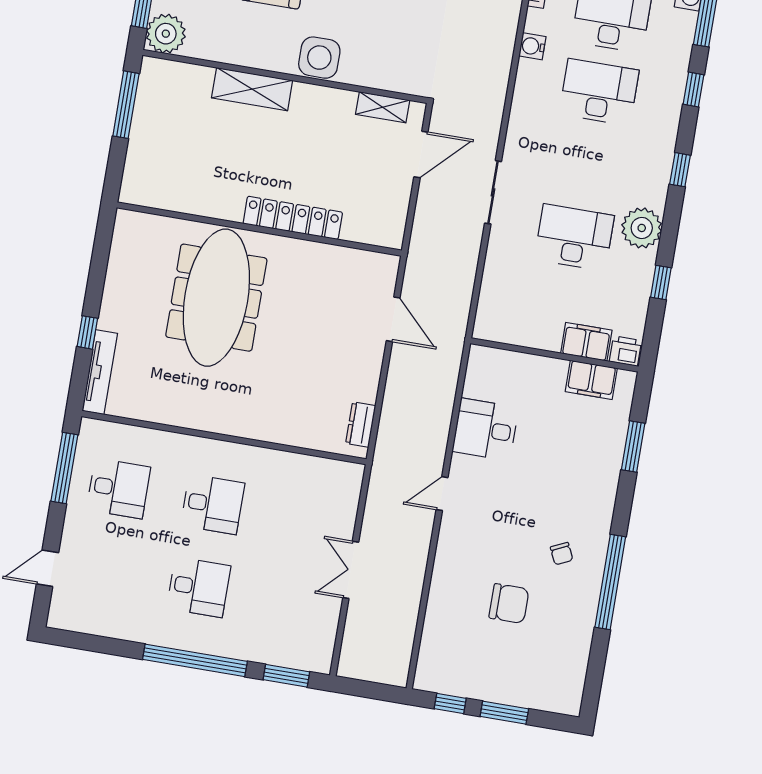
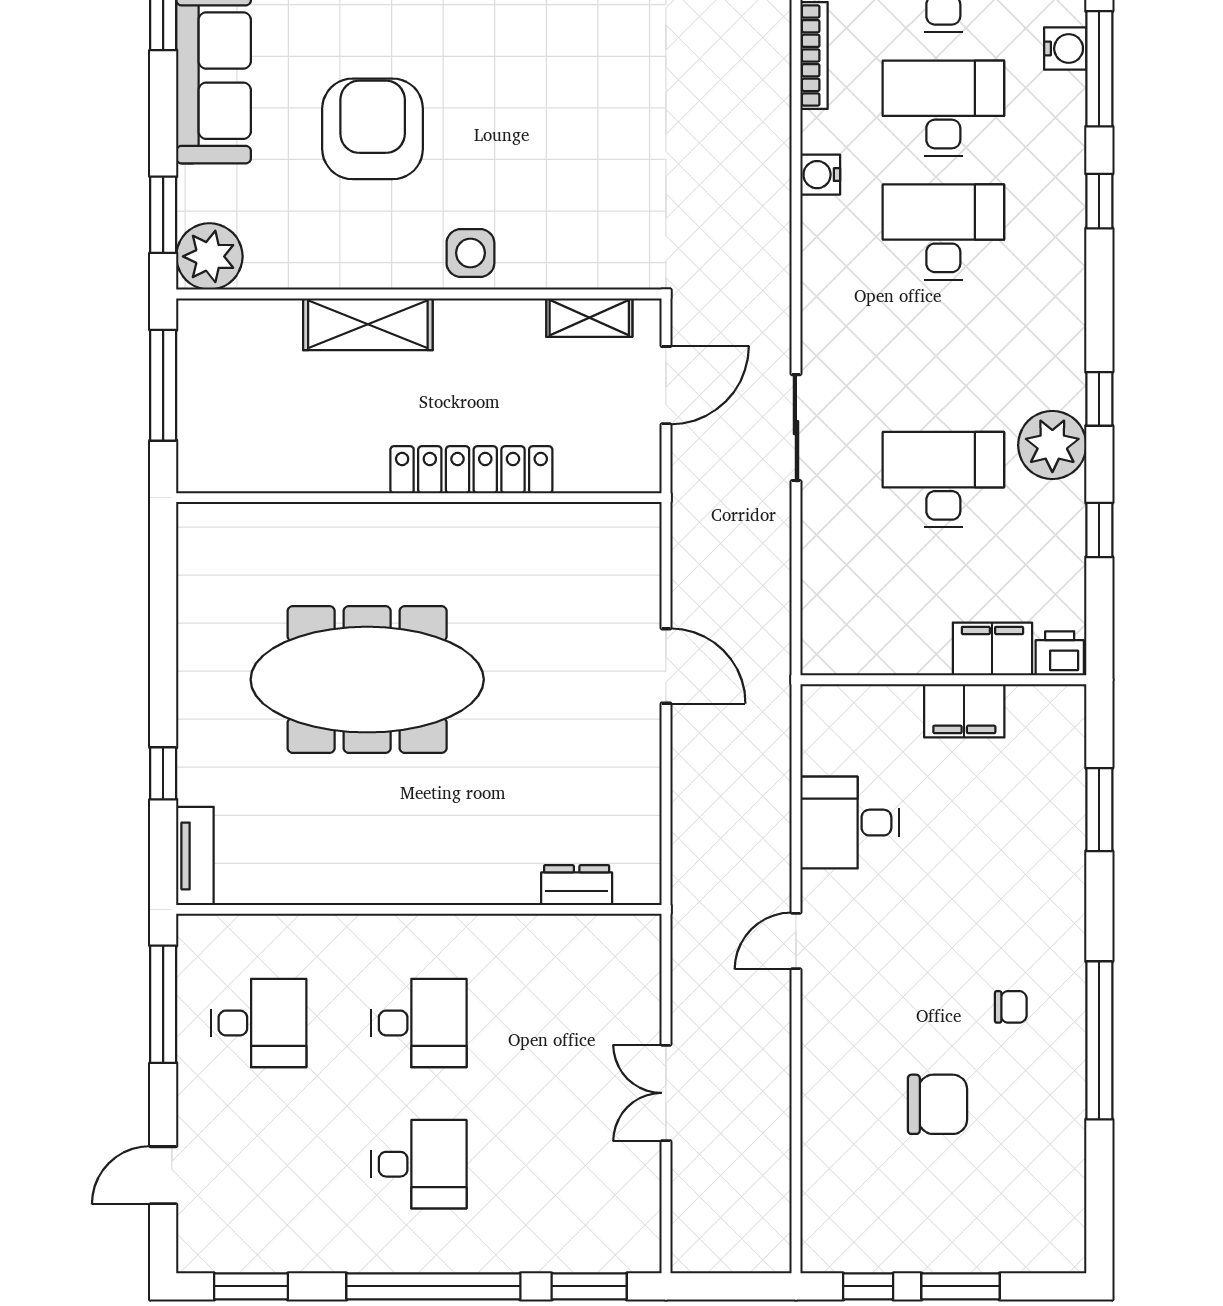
side table: (319, 58) -> (470, 253), width x0.73, depth x0.73
window: (680, 170) -> (1099, 399), moved
locker: (293, 218) -> (471, 470), moved
wall: (259, 229) -> (419, 498), moved
meeting table: (216, 298) -> (367, 680), turned 90
tv unit: (100, 372) -> (195, 856), width x0.71
filing cabinet: (591, 380) -> (964, 711), moved
dresser: (361, 425) -> (577, 885), moved, turned 90
chair: (562, 554) -> (1011, 1007), turned -65
window: (88, 642) -> (251, 1286), added

